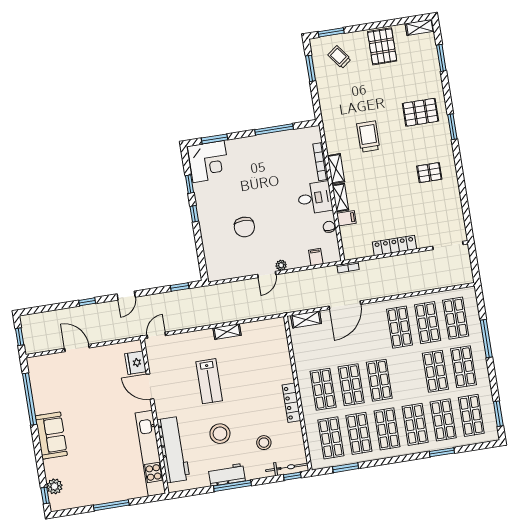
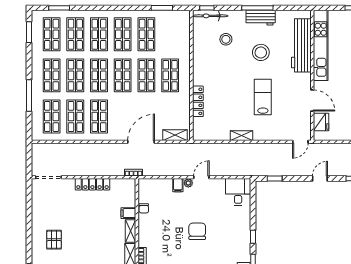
pallet: (429, 173) -> (54, 240), turned 90
desk: (315, 198) -> (238, 192), moved, turned 90
chair: (244, 227) -> (197, 231), moved
filing cabinet: (316, 257) -> (178, 185), moved
locker: (291, 403) -> (198, 101), moved
shop shelf: (331, 438) -> (99, 75), moved
window: (442, 452) -> (59, 8), moved

